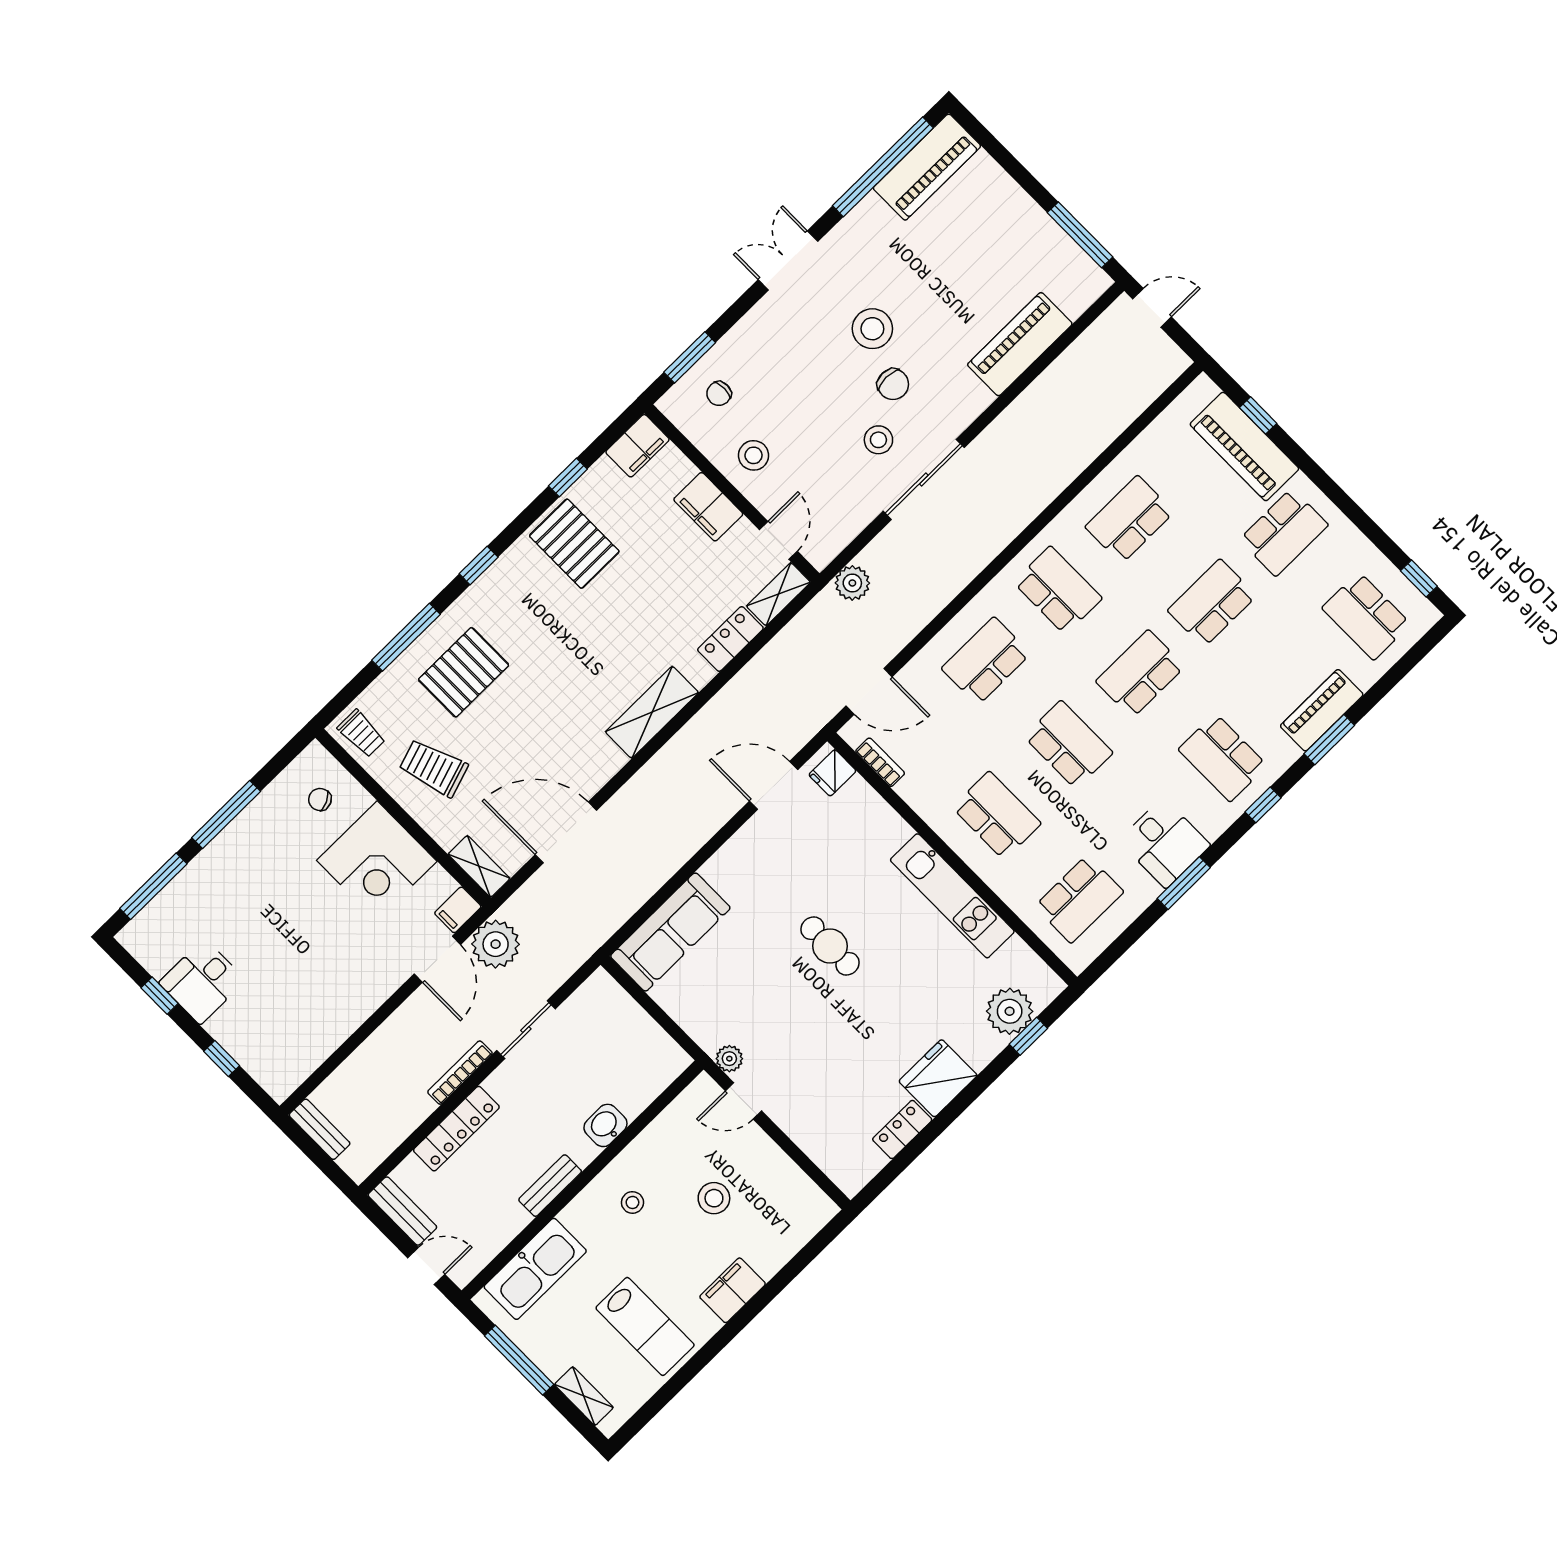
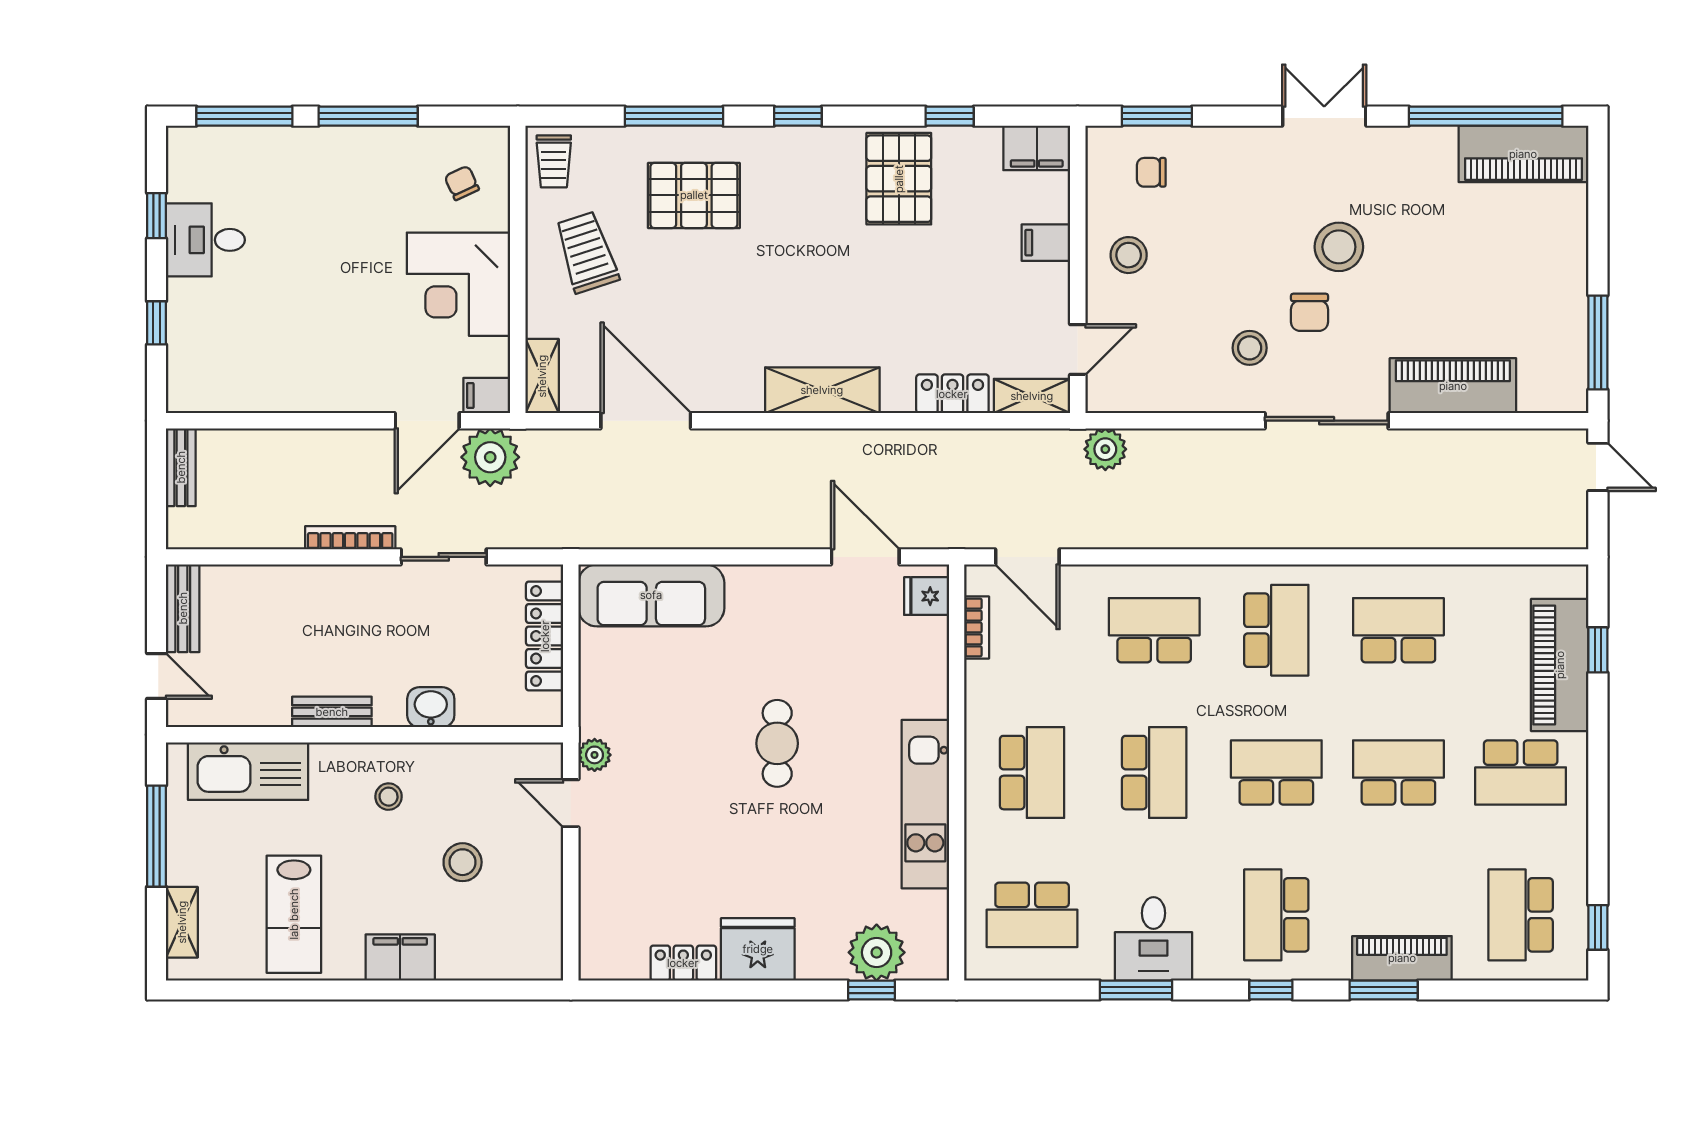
sliding door: (924, 479) -> (1327, 421), moved
filing cabinet: (708, 507) -> (1046, 243), width x0.50
locker: (456, 1129) -> (545, 636), moved, turned 90

